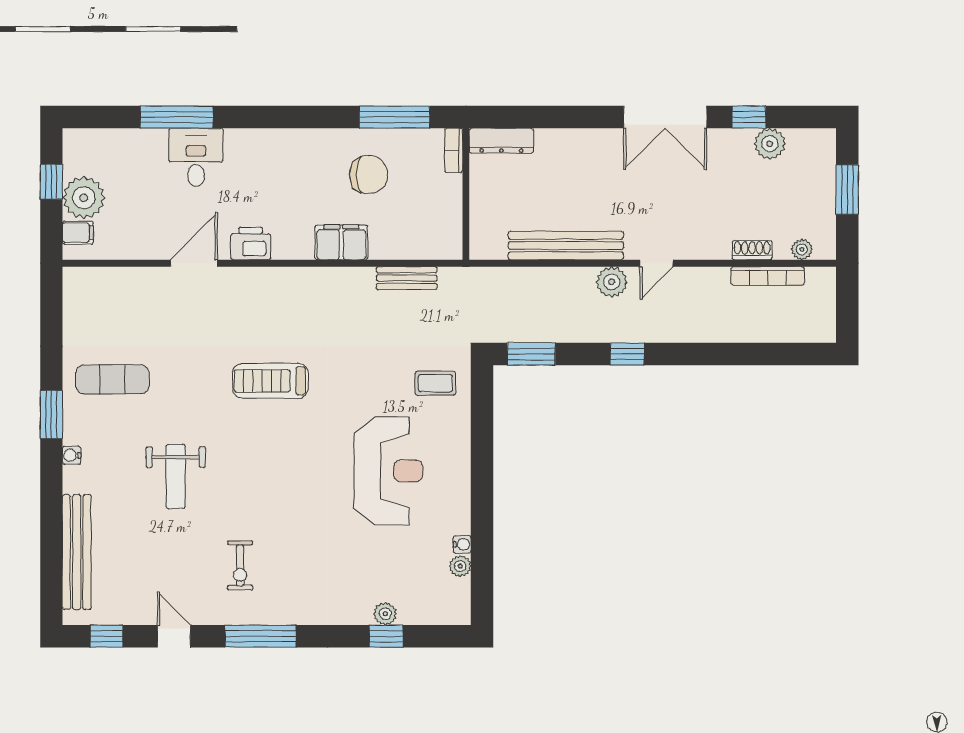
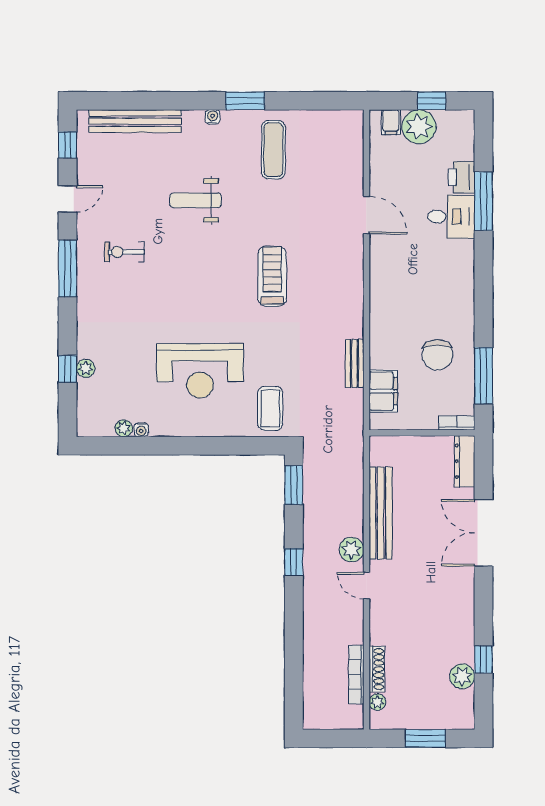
double door: (665, 117) -> (484, 533), moved
filing cabinet: (341, 242) -> (383, 391), moved
printer: (251, 243) -> (462, 177), moved, turned 180
shoe rack: (752, 250) -> (377, 669), width x1.43
bench: (407, 278) -> (355, 363), moved
coffee table: (435, 383) -> (270, 408), width x1.36, depth x1.30

